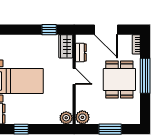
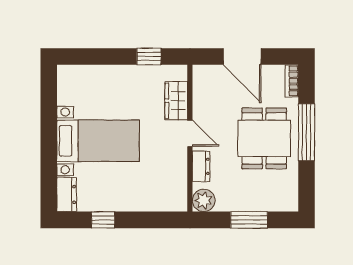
wardrobe: (66, 46) -> (176, 101), moved
dresser: (81, 53) -> (201, 166), moved
plant: (66, 118) -> (177, 201), removed

